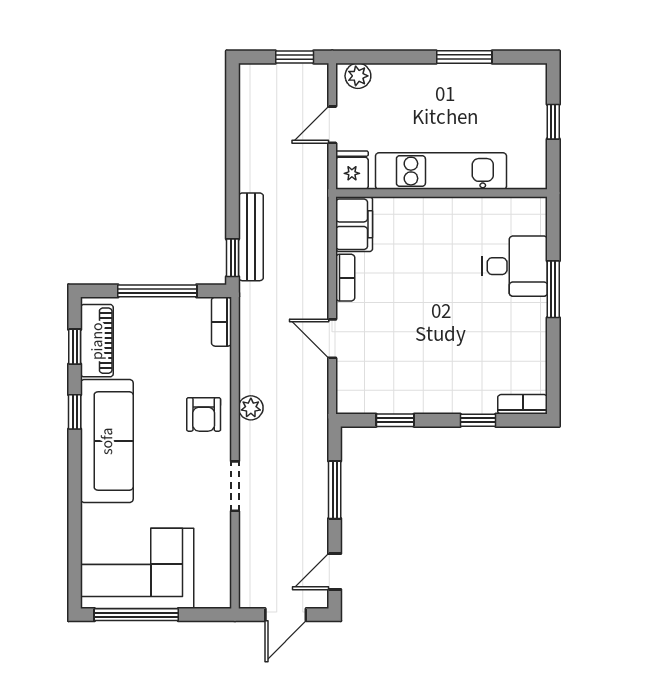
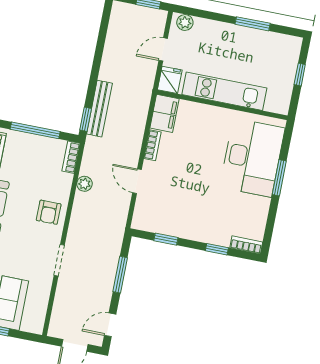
desk: (515, 266) -> (252, 158), width x1.87, depth x1.30
plant: (251, 408) -> (84, 184), moved

